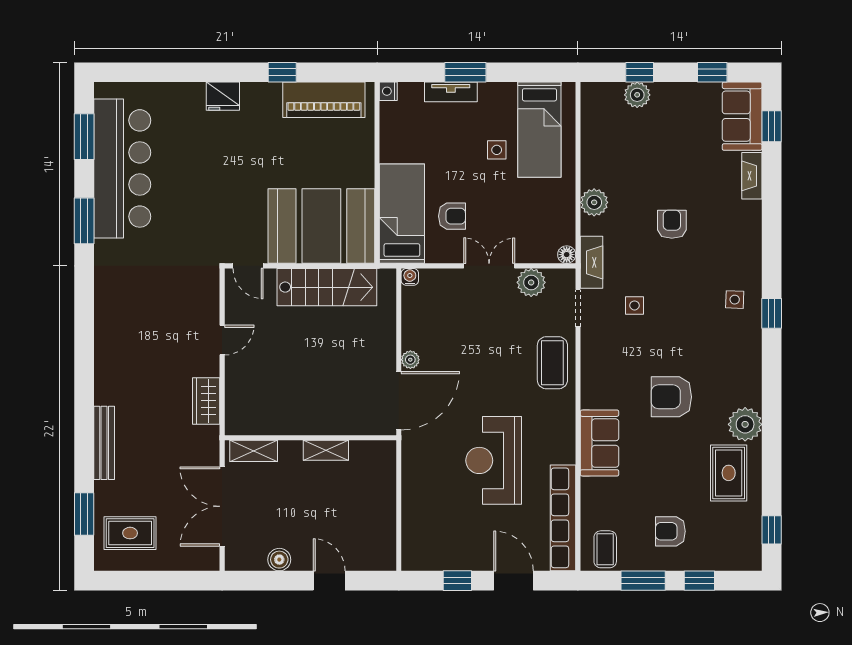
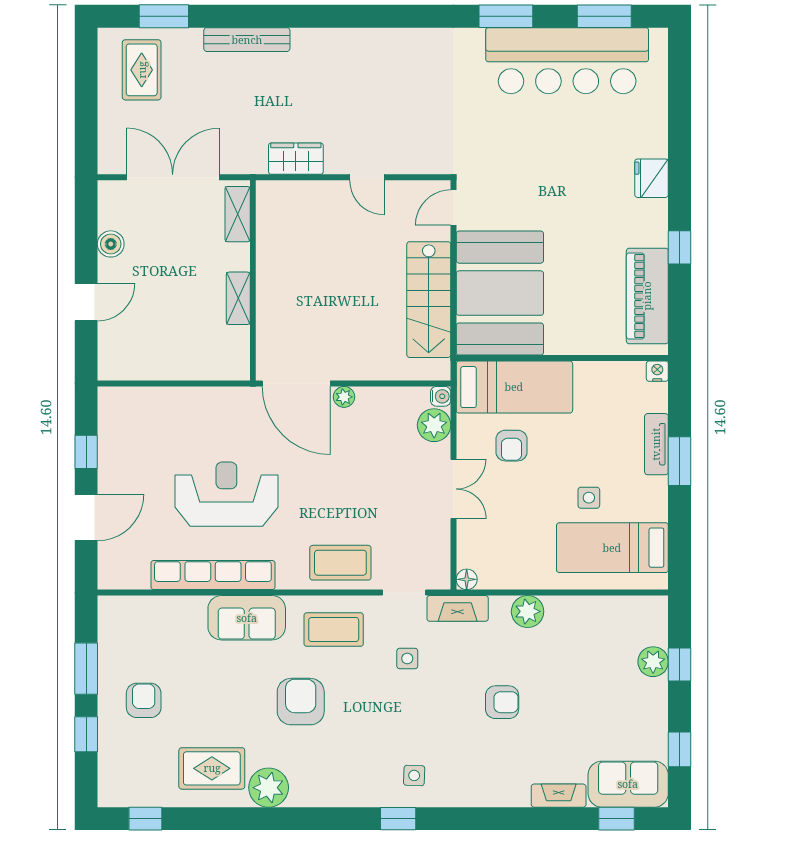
plant: (531, 282) -> (434, 425), moved
row of seats: (563, 518) -> (213, 575), moved
coffee table: (605, 549) -> (334, 630), moved, width x1.36, depth x1.30

